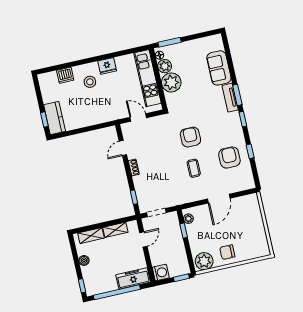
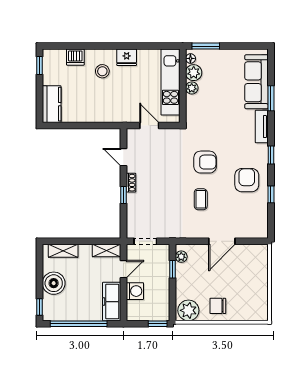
sofa: (219, 68) -> (256, 82), width x1.36
plant: (171, 82) -> (192, 88), width x0.53, depth x0.53
window: (237, 95) -> (271, 98), moved
window: (44, 119) -> (40, 65), moved
armchair: (190, 137) -> (205, 162), turned 90
door: (123, 148) -> (123, 157), hinge flipped
armchair: (229, 158) -> (247, 180), moved
window: (134, 197) -> (123, 195), moved
shelving: (115, 230) -> (106, 250), moved
boiler: (84, 260) -> (54, 283), width x1.86, depth x1.86
washing machine: (161, 273) -> (135, 291), moved
freezer: (133, 278) -> (112, 302), moved, turned -90

